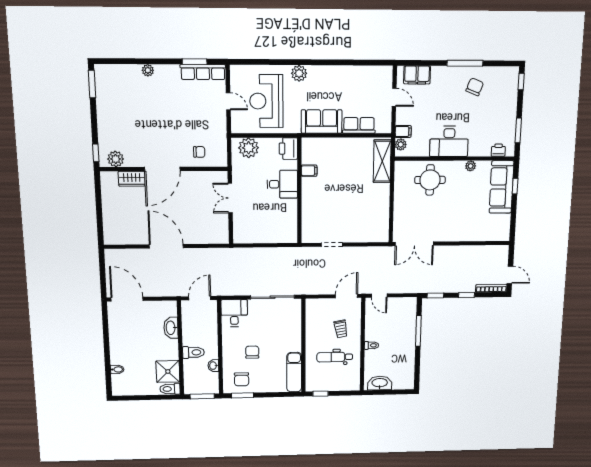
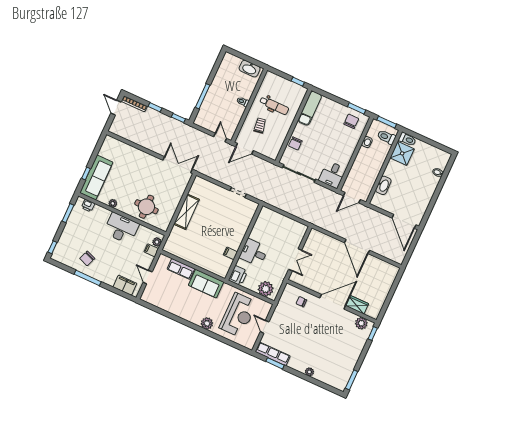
shelving: (382, 161) -> (186, 212), moved
toilet: (193, 352) -> (386, 137), moved
chair: (252, 352) -> (295, 143), moved

